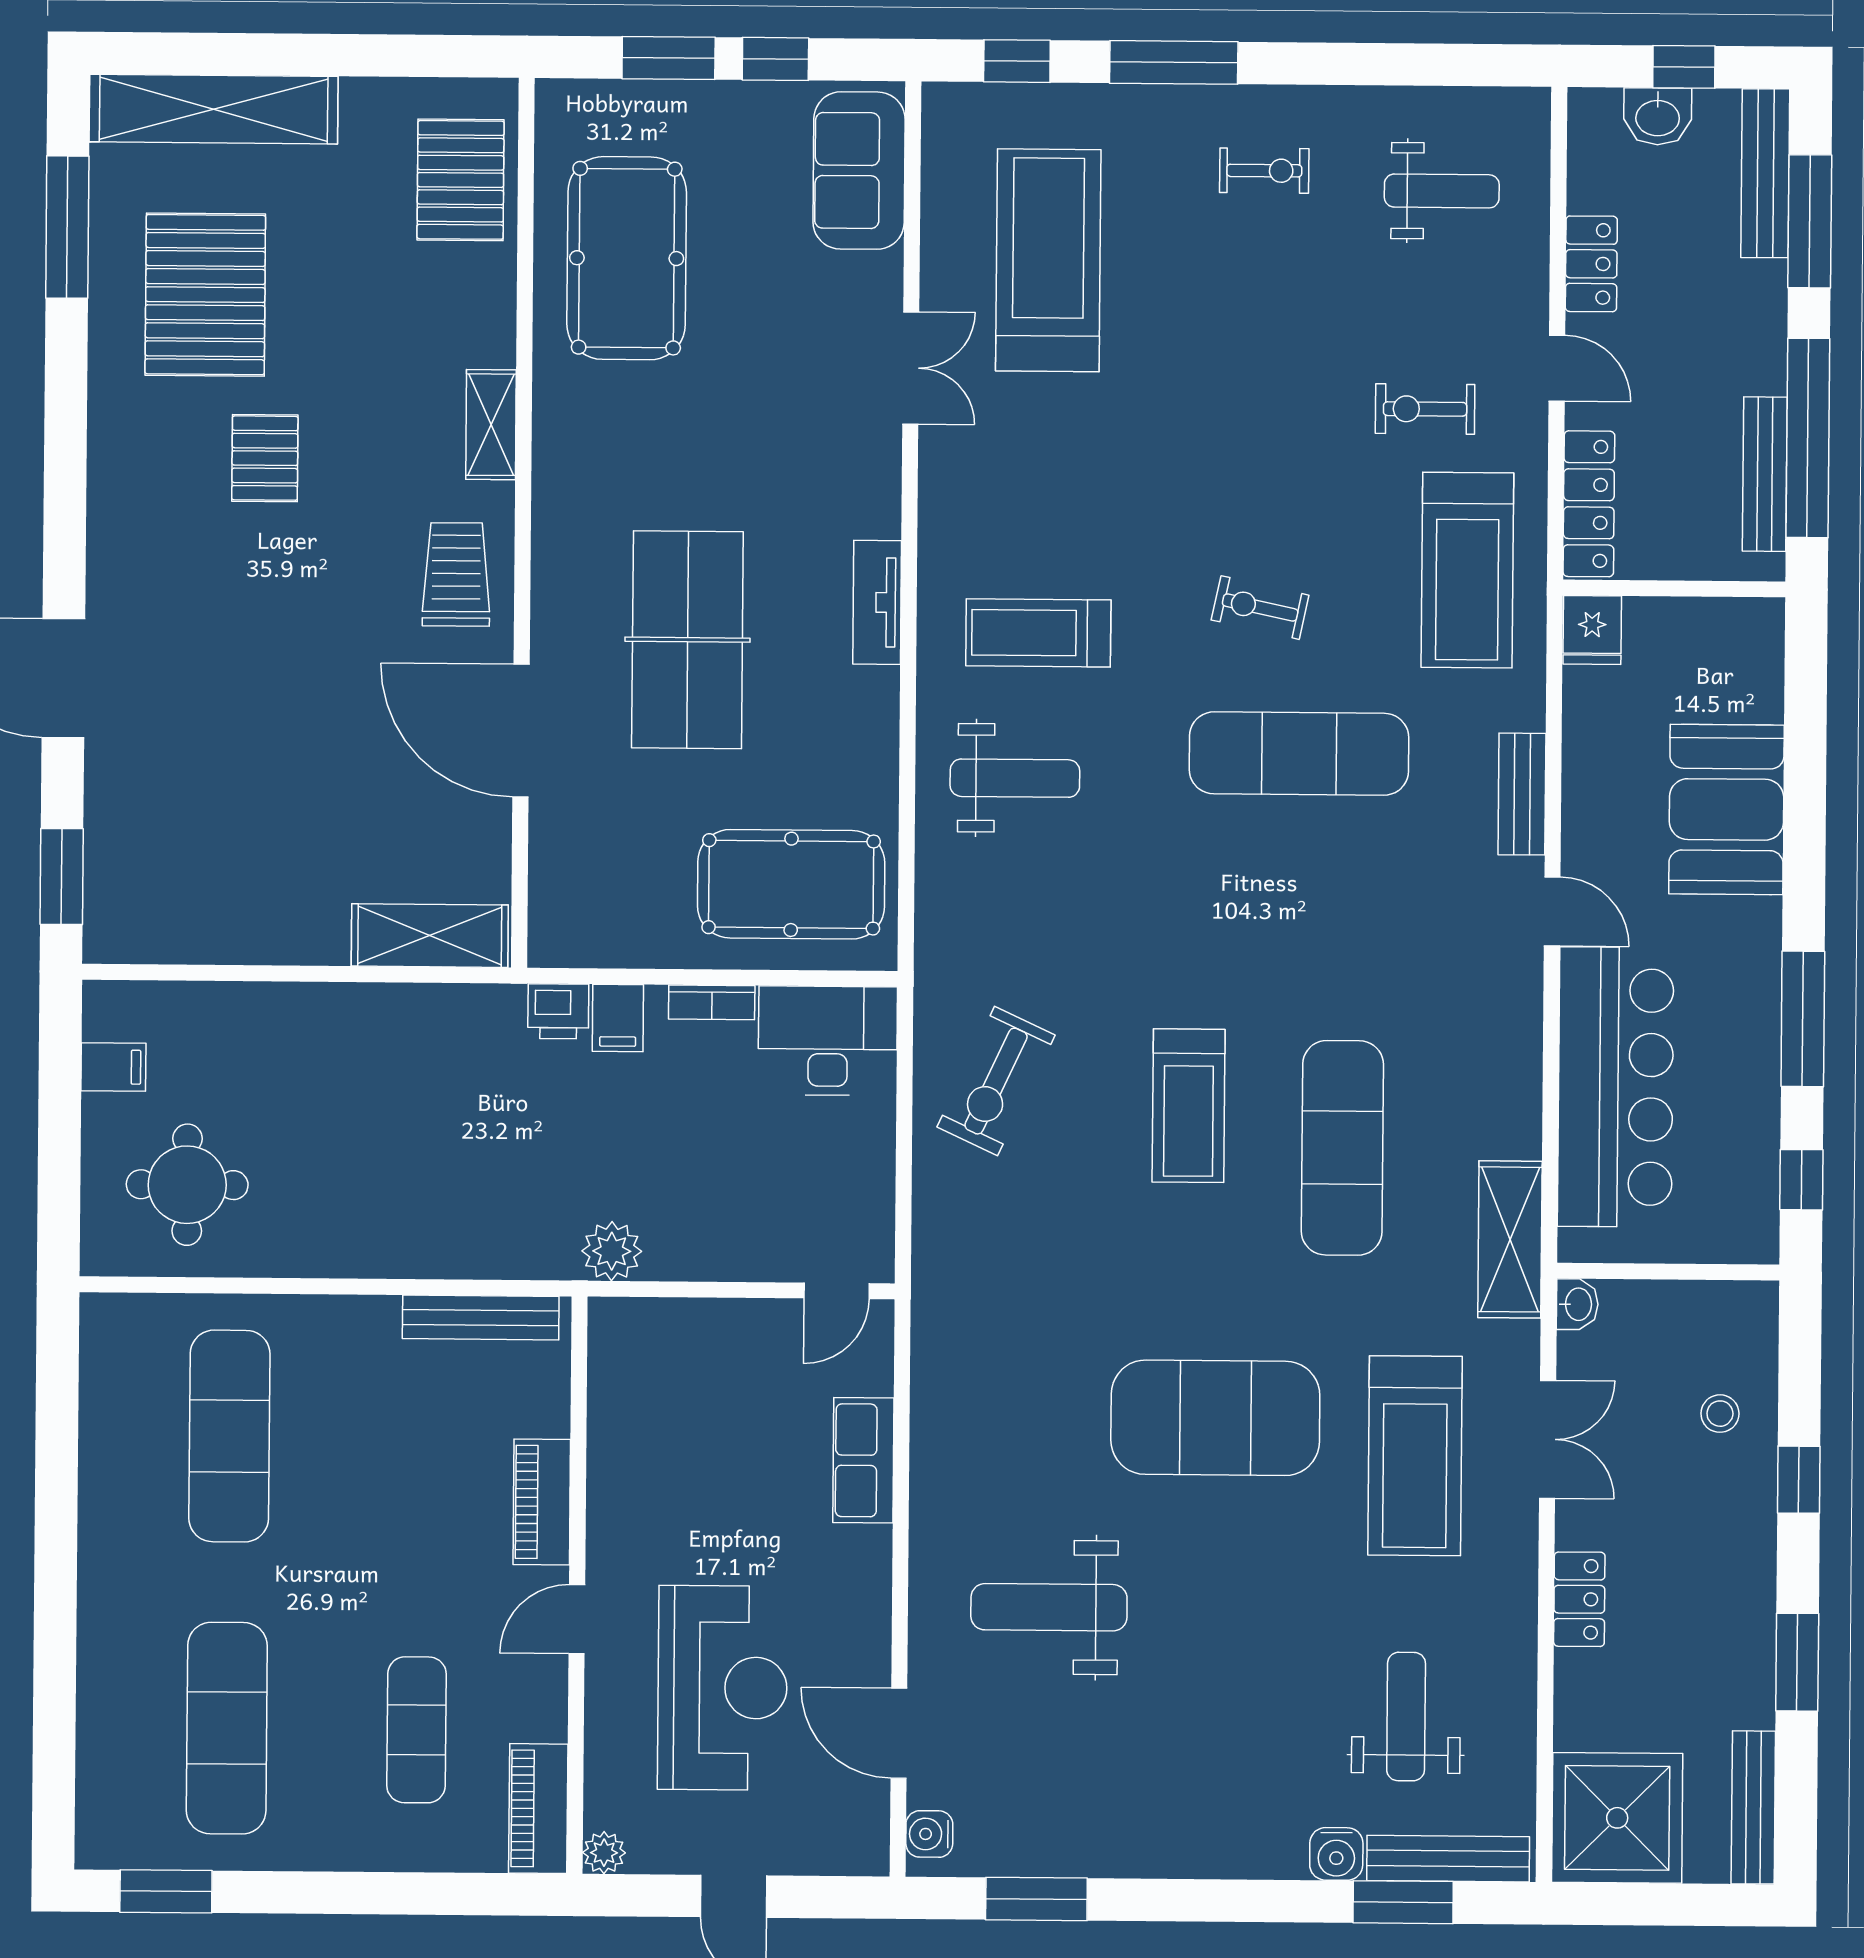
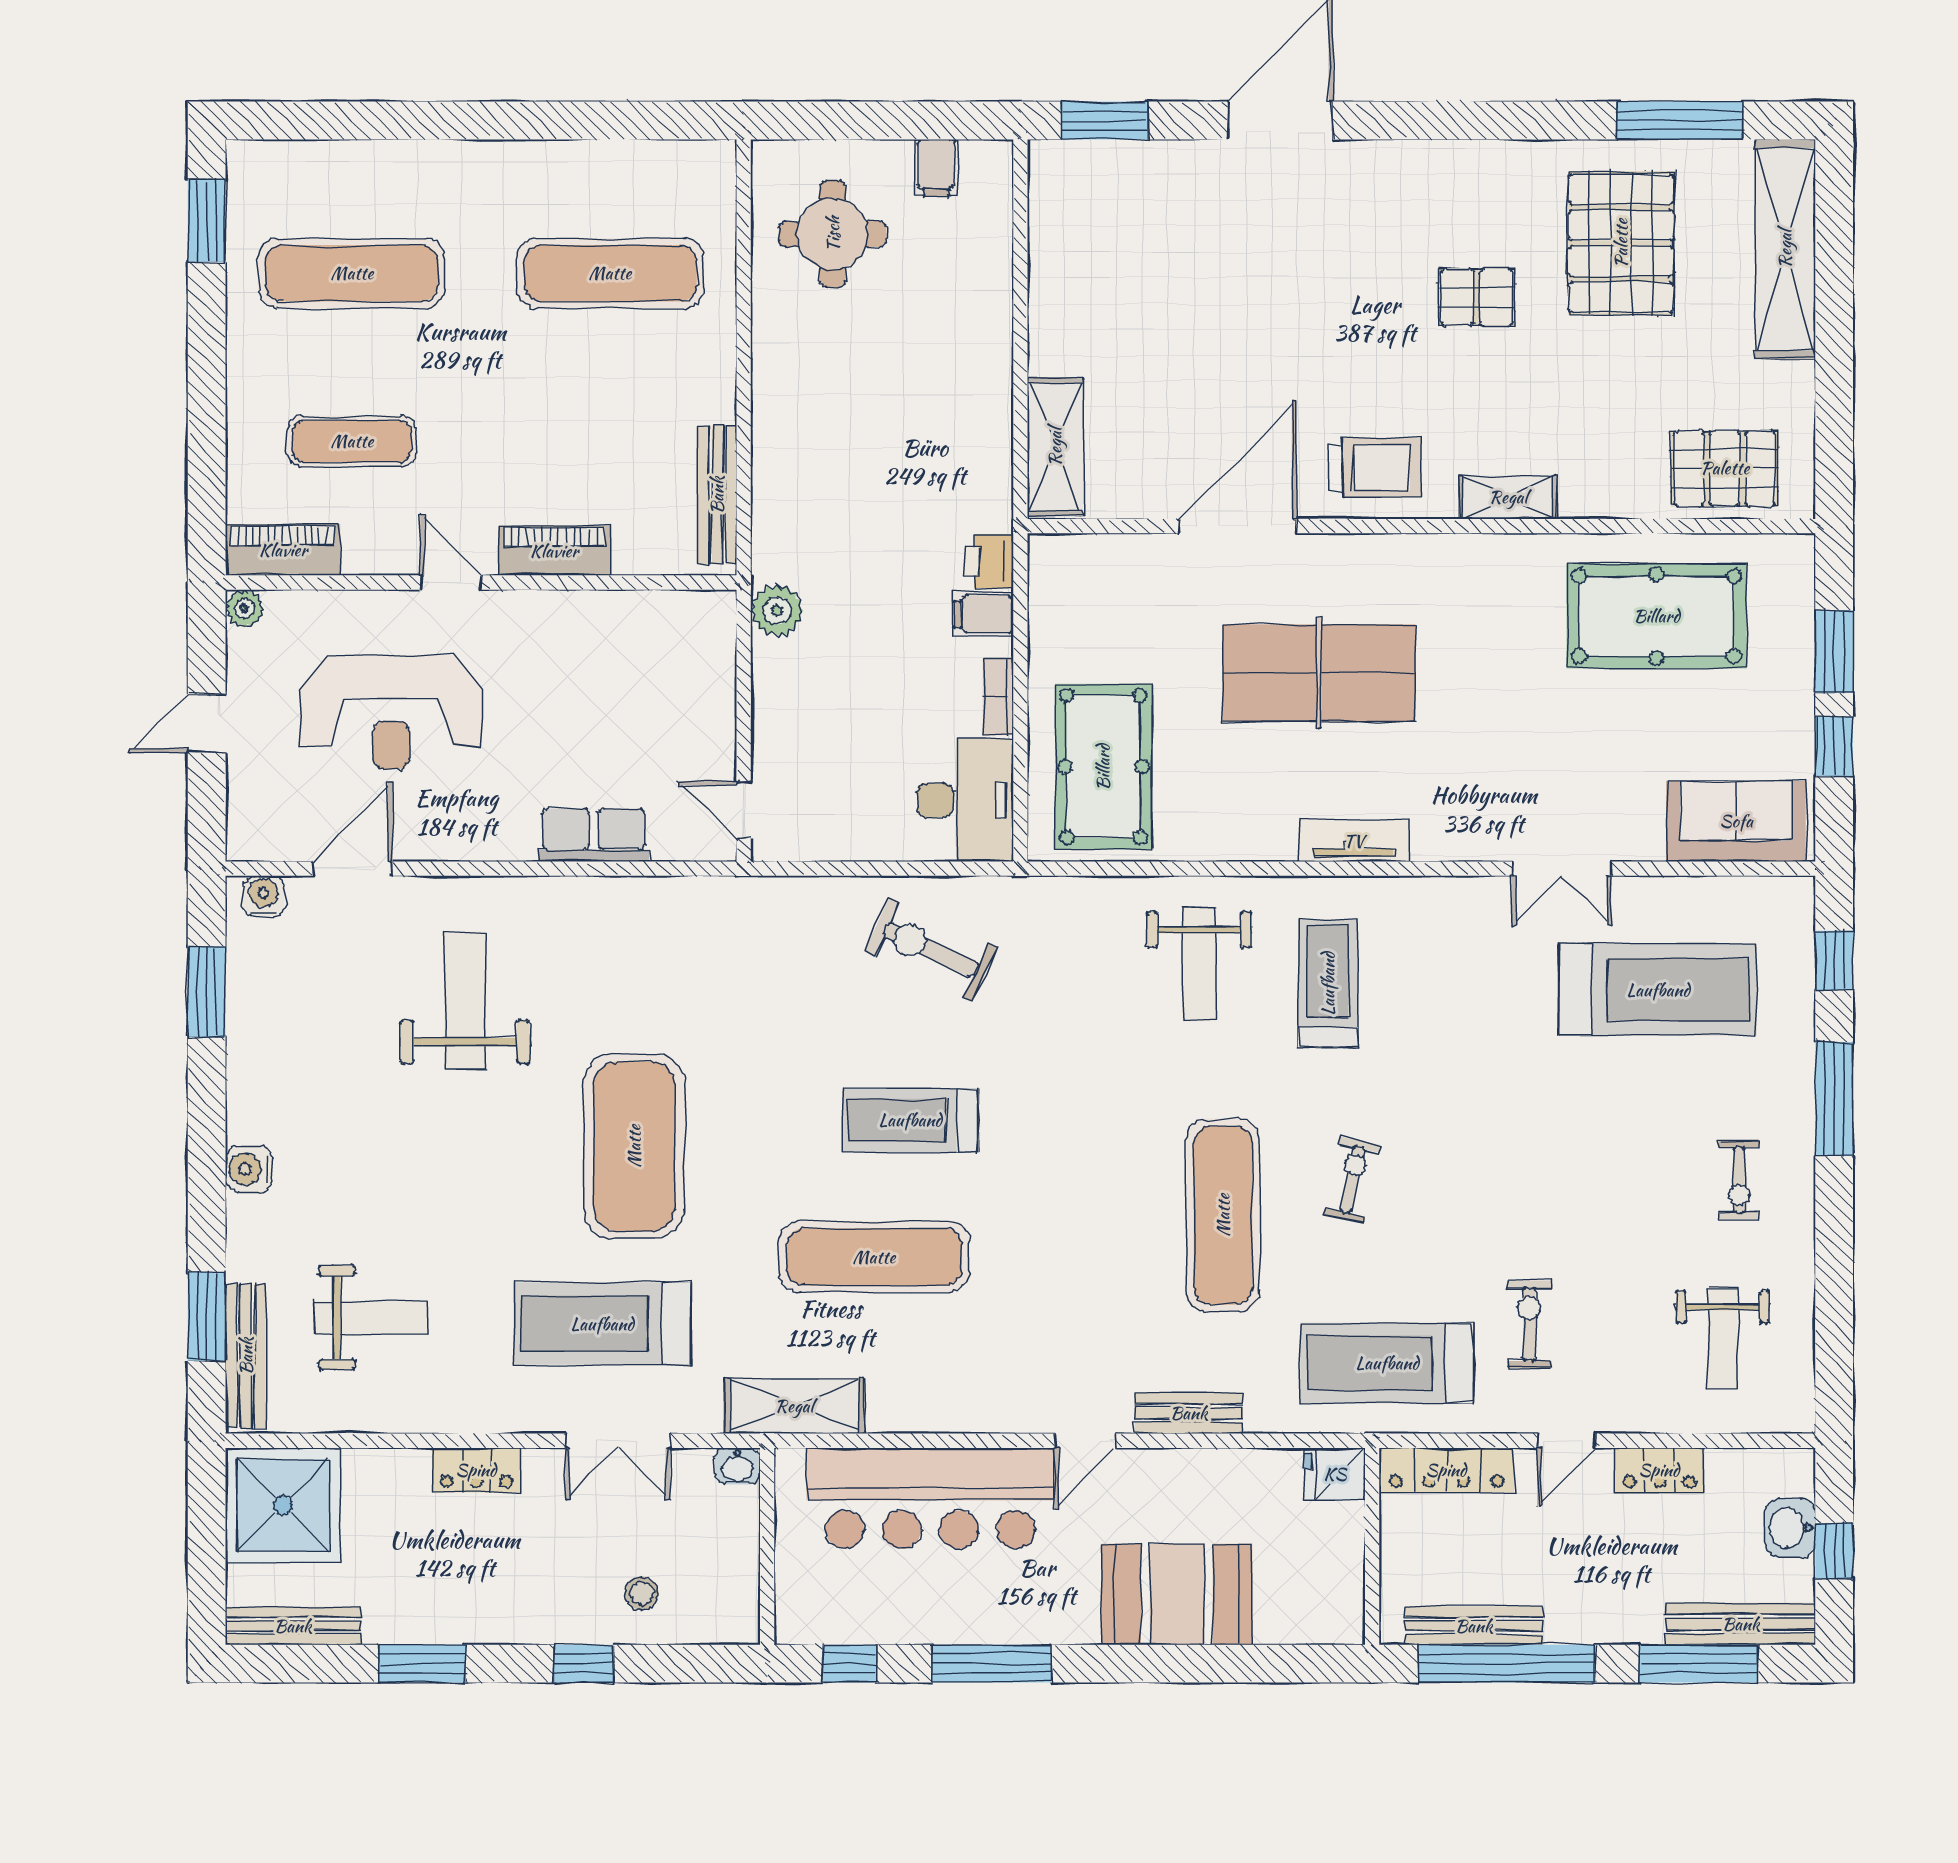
pallet: (205, 295) -> (1621, 243), turned 90
water cooler: (1336, 1854) -> (249, 1169), moved

